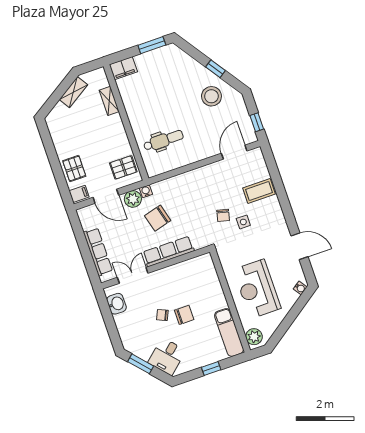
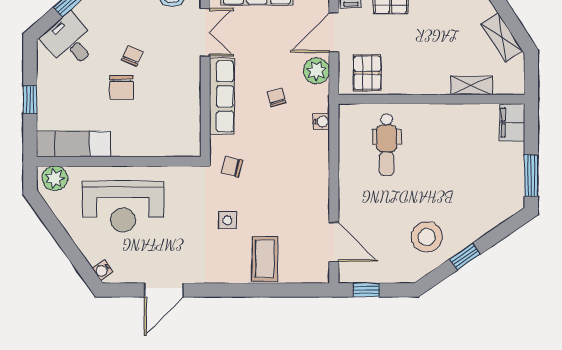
water cooler: (146, 191) -> (321, 122), moved
chair: (223, 215) -> (232, 167), moved
chair: (158, 218) -> (276, 97), width x0.54, depth x0.54
reception desk: (257, 289) -> (123, 207), turned 180

